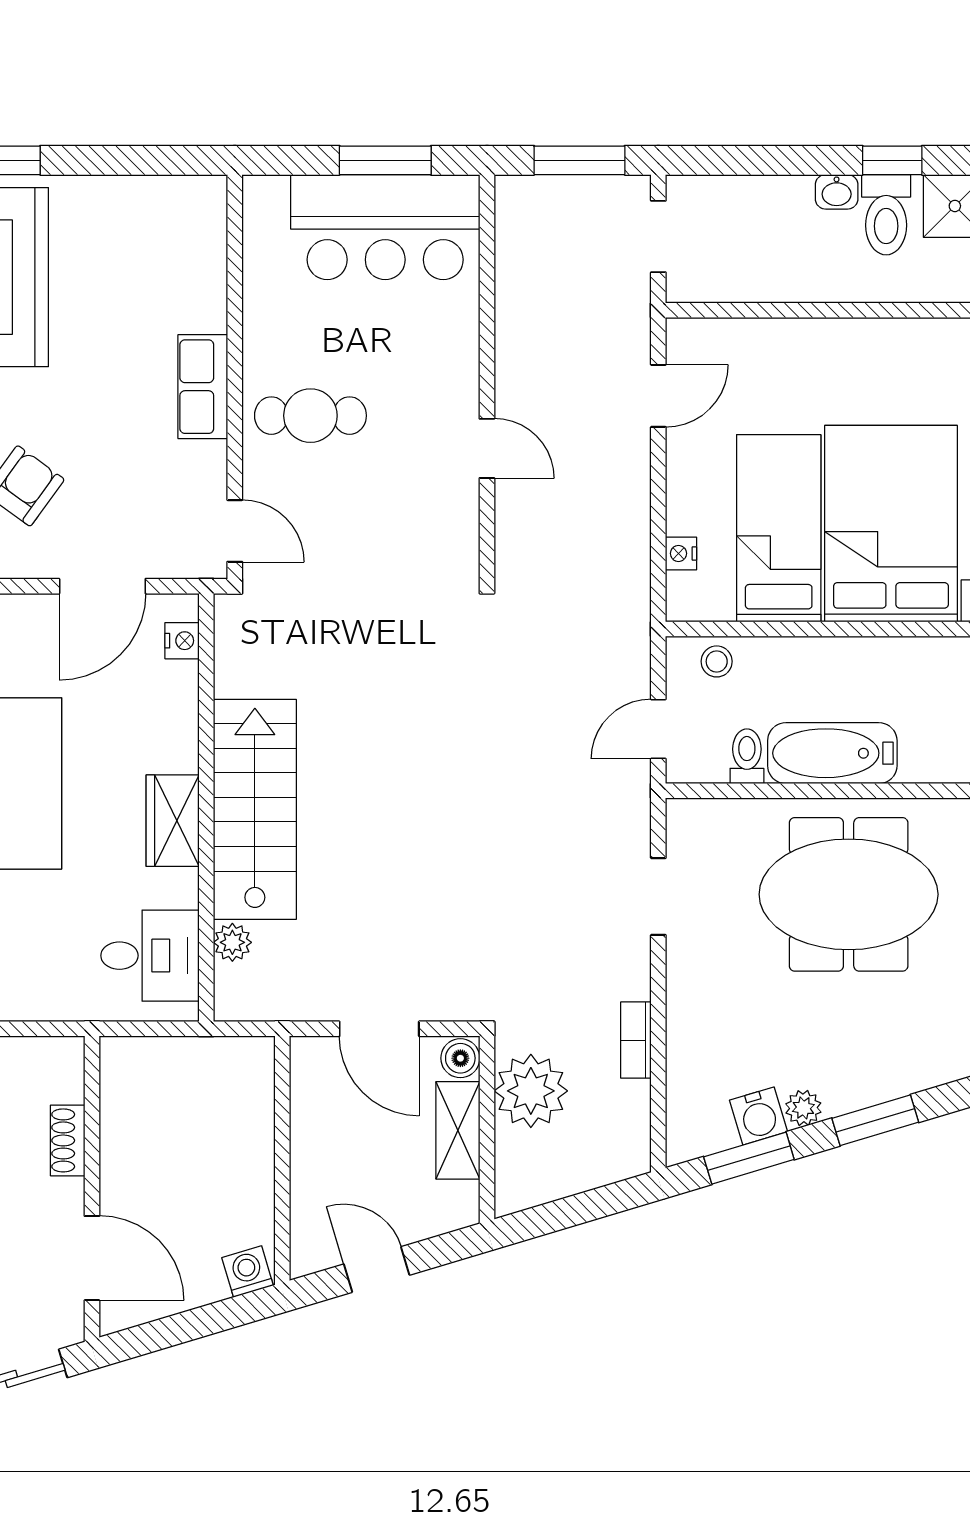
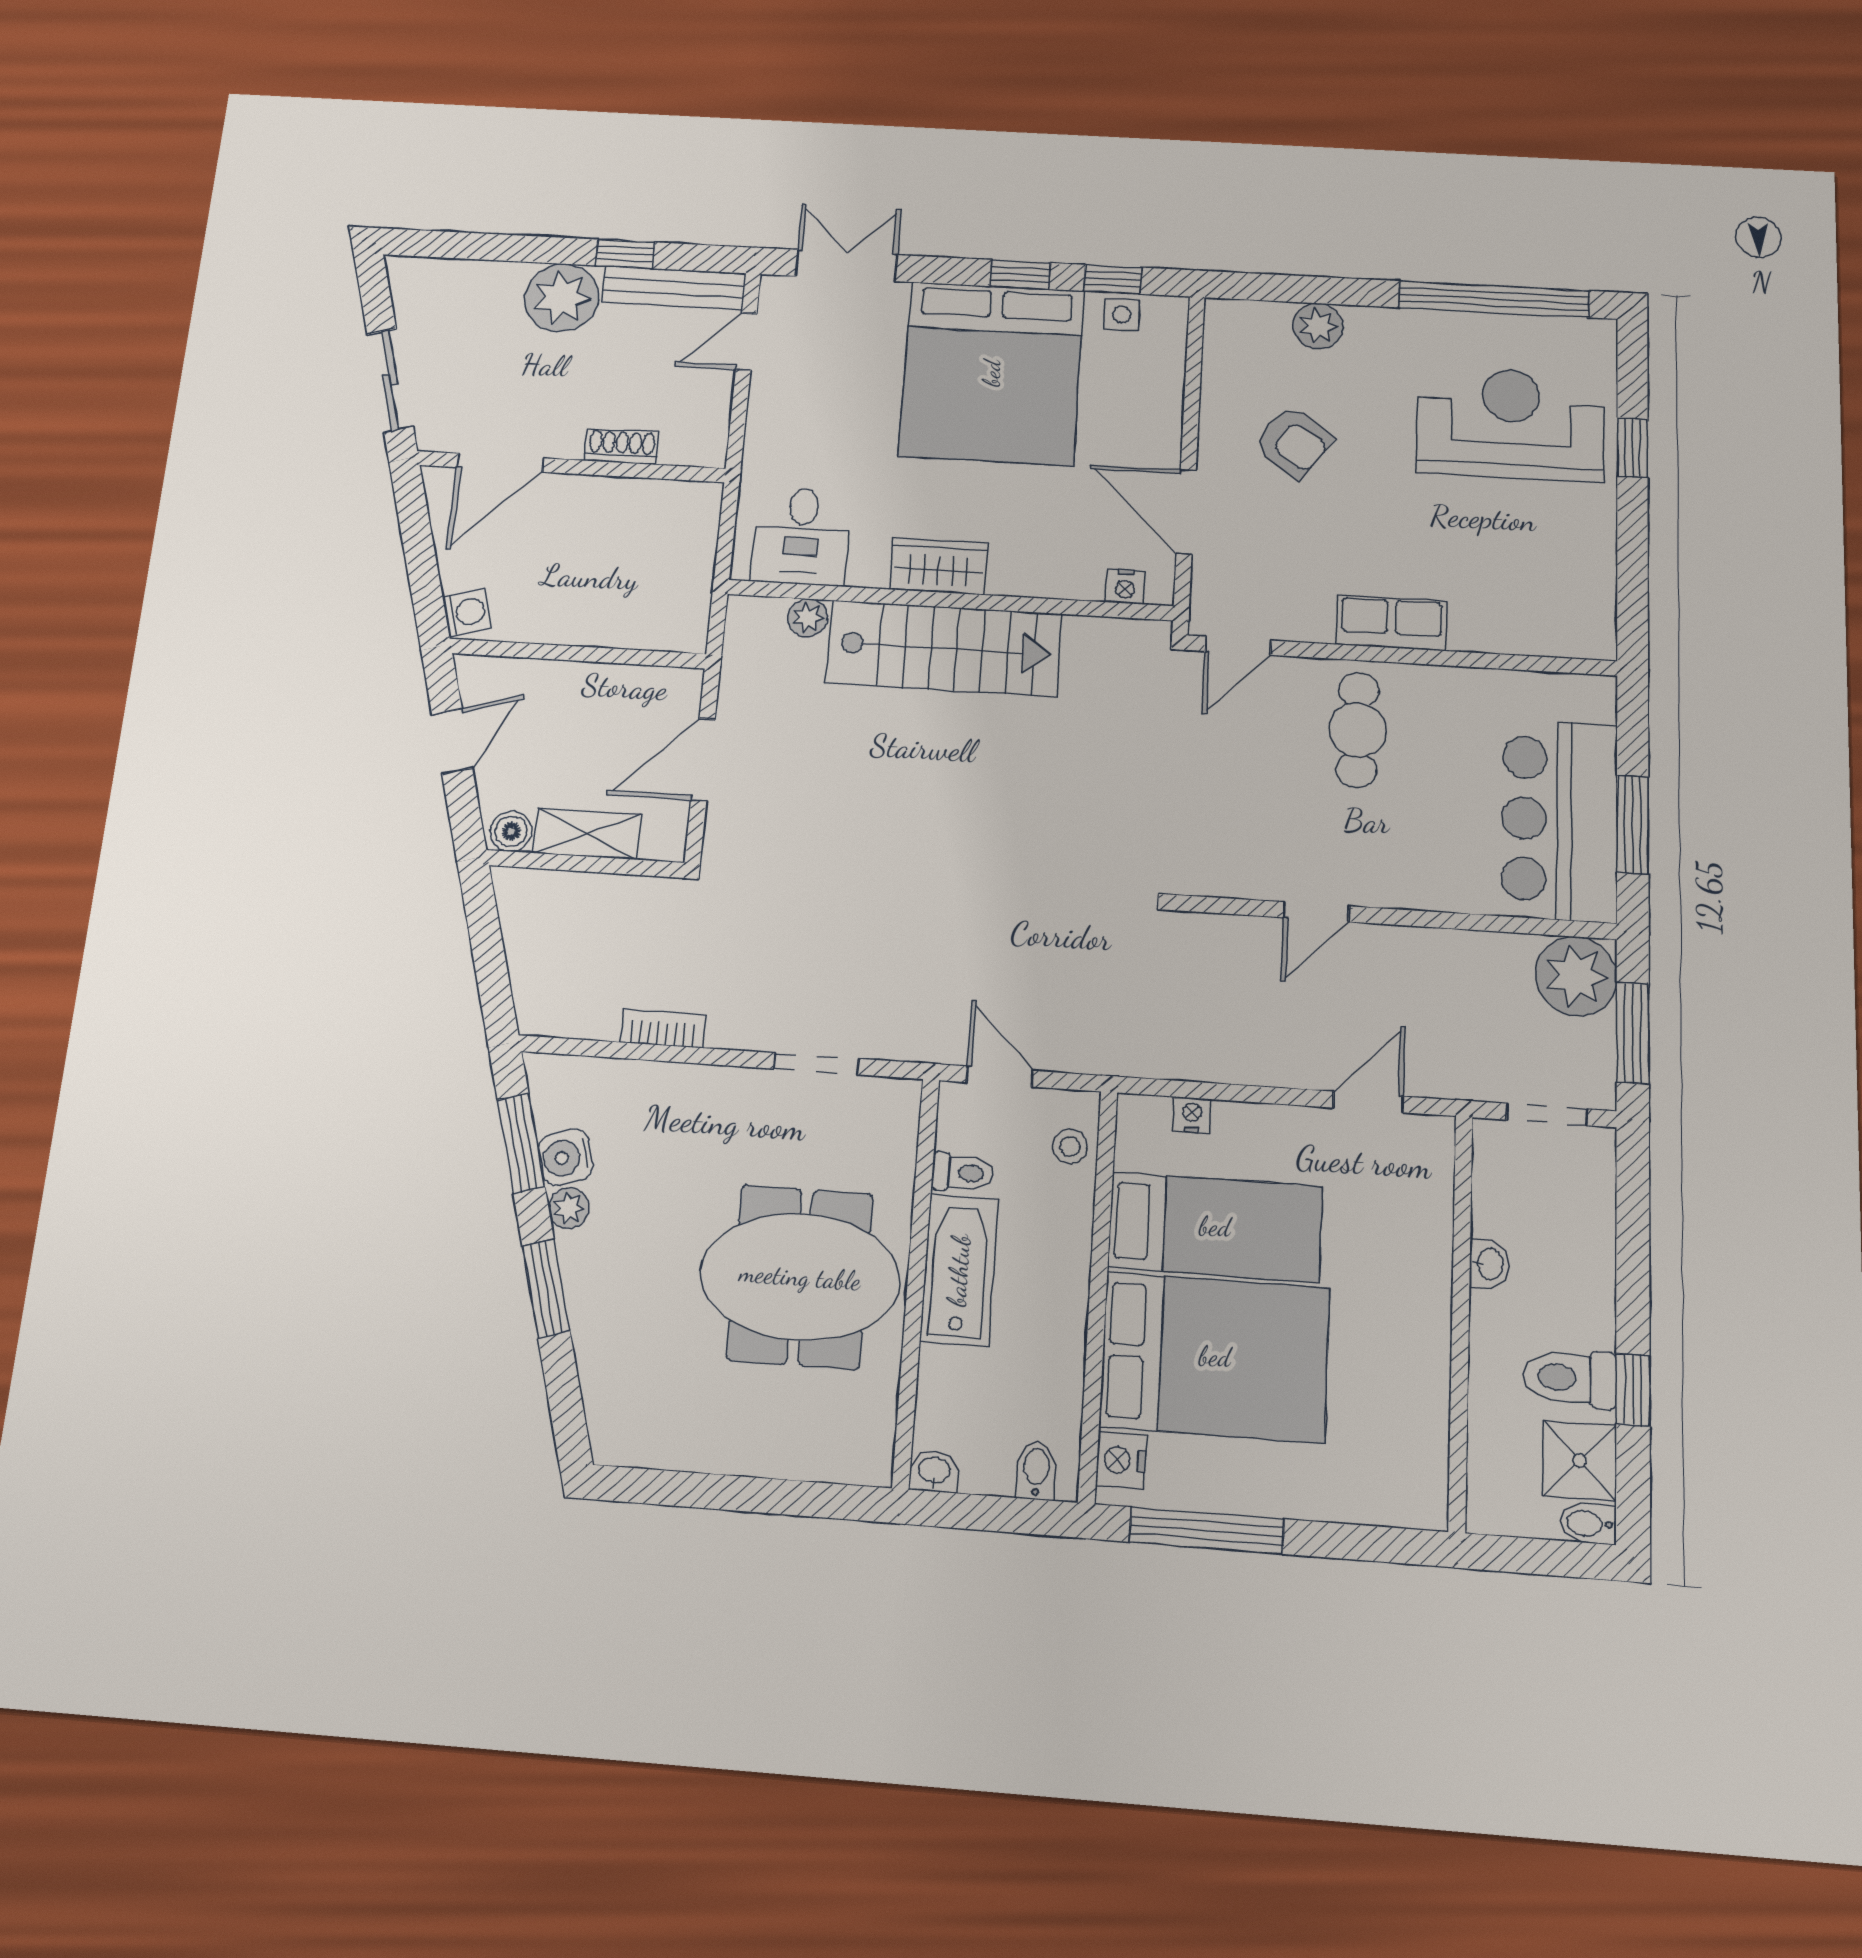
washbasin: (837, 192) -> (1489, 1264), moved, turned 180
door: (658, 396) -> (1368, 1102), swing flipped
meeting table: (849, 894) -> (800, 1277), turned 90
boiler: (460, 1058) -> (511, 831), moved
plant: (531, 1091) -> (1576, 976), moved

